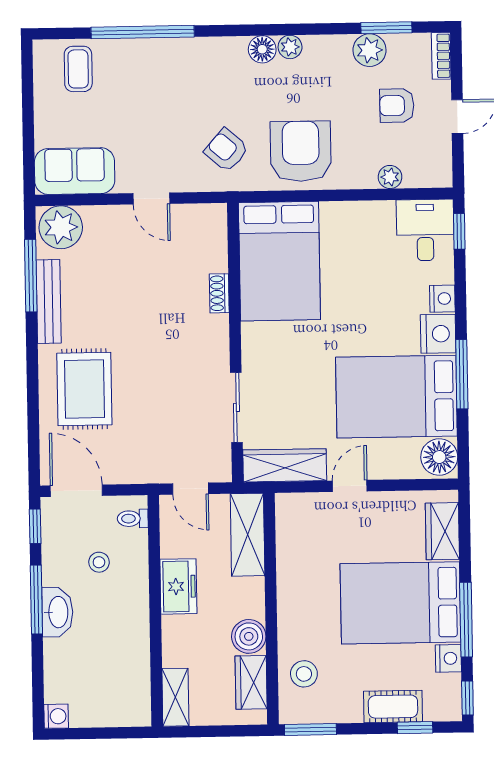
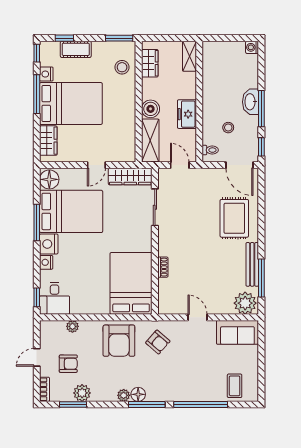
window: (245, 30) -> (147, 405), added
boiler: (249, 636) -> (151, 109), moved

